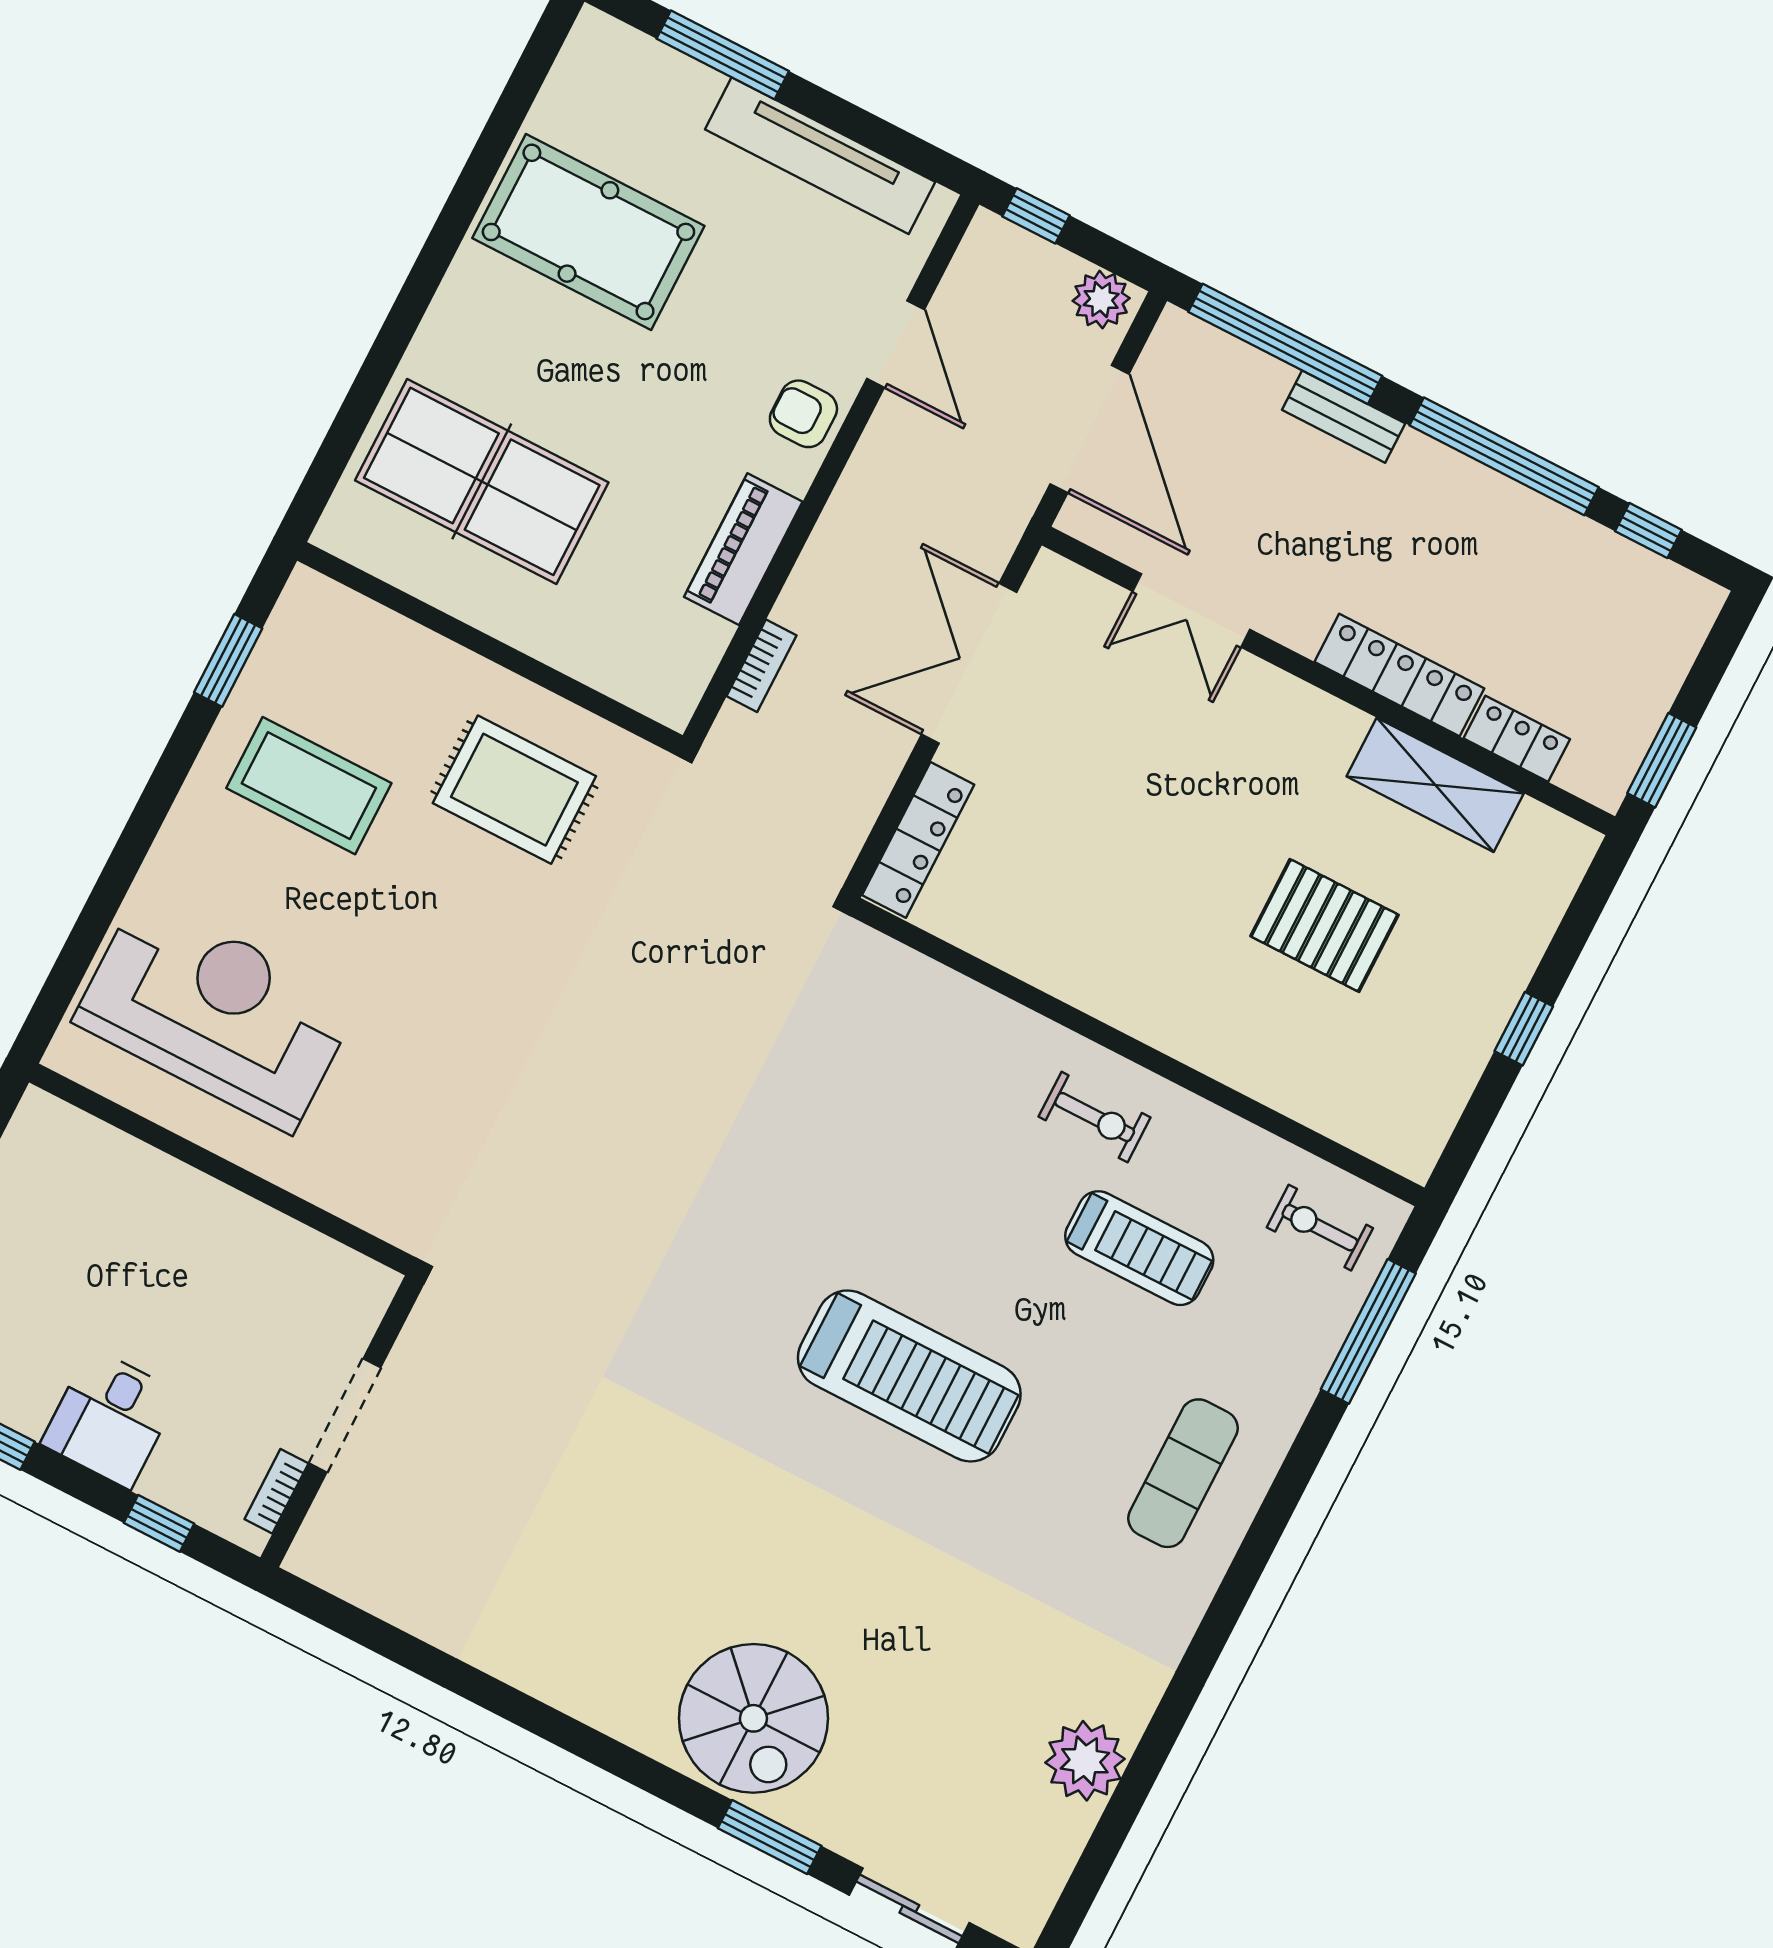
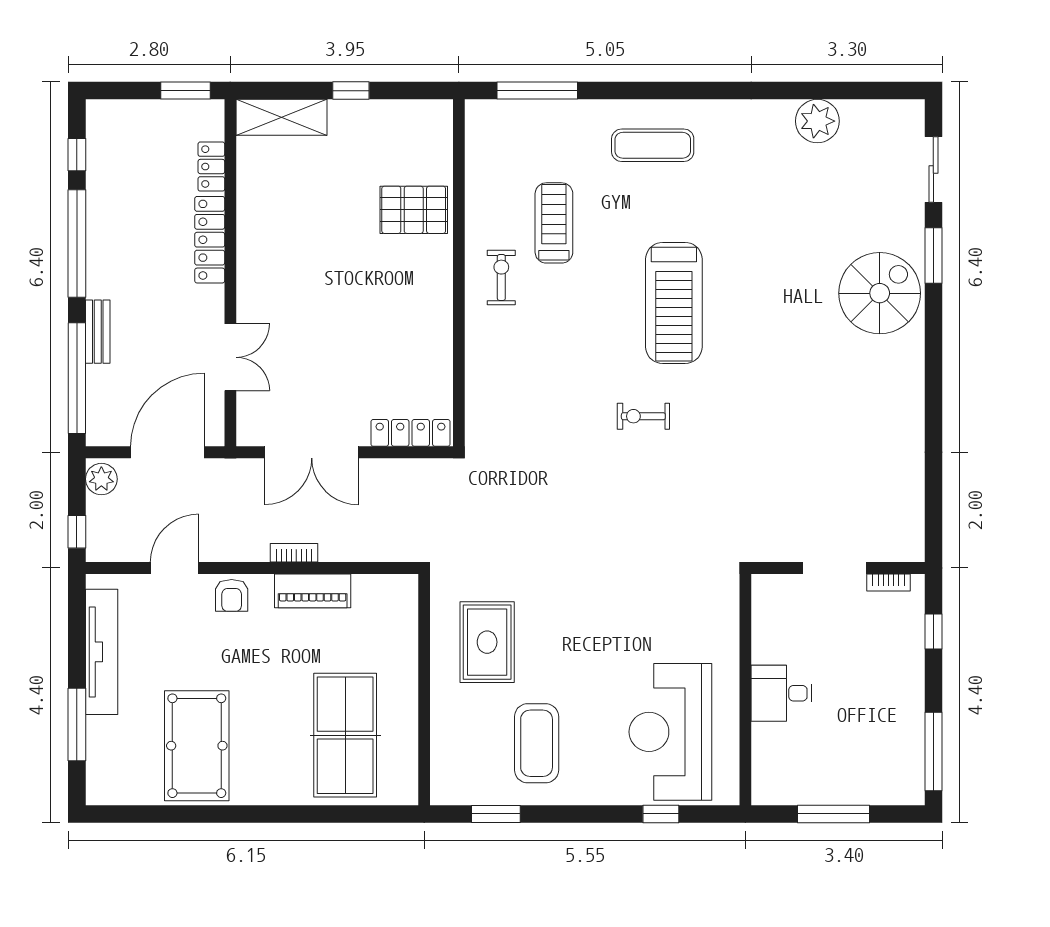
bookcase: (762, 666) -> (294, 553), moved
shelving: (1435, 785) -> (281, 117), moved, turned 90
pallet: (1324, 925) -> (414, 210), moved, turned 90
window: (90, 928) -> (661, 814), added
exercise bike: (1320, 1228) -> (643, 416), moved, turned 90
treadmill: (909, 1376) -> (674, 303), turned 180
desk: (110, 1418) -> (782, 693), moved, turned 180

